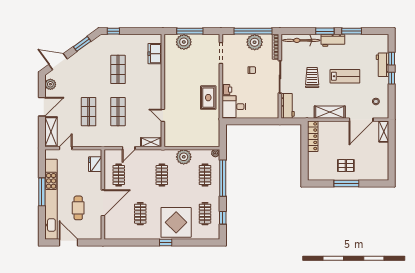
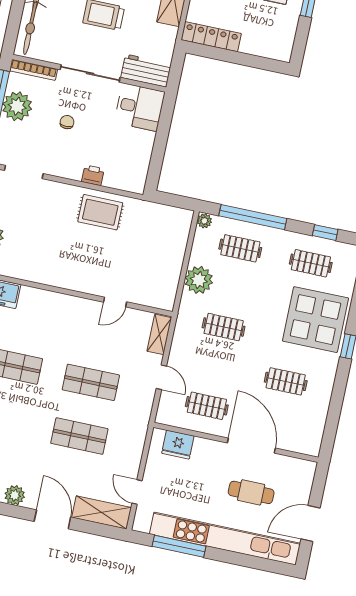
desk: (234, 107) -> (140, 107), moved, turned -90
window: (42, 192) -> (179, 546), moved

